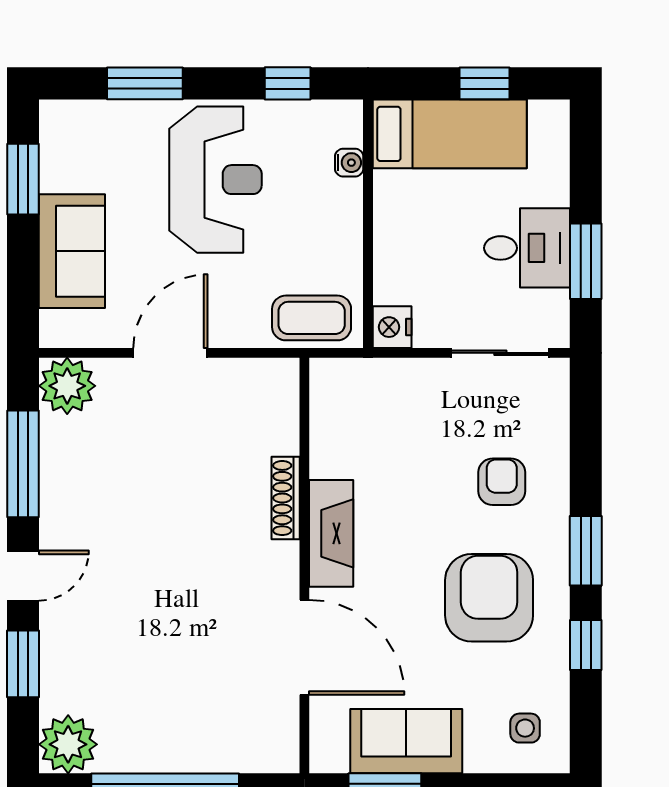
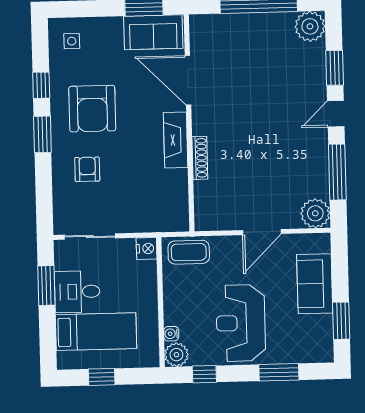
plant: (340, 122) -> (176, 355), added
bed: (450, 134) -> (96, 332), moved, turned 180
armchair: (502, 482) -> (87, 169), turned 180
sofa: (406, 741) -> (153, 32), moved

